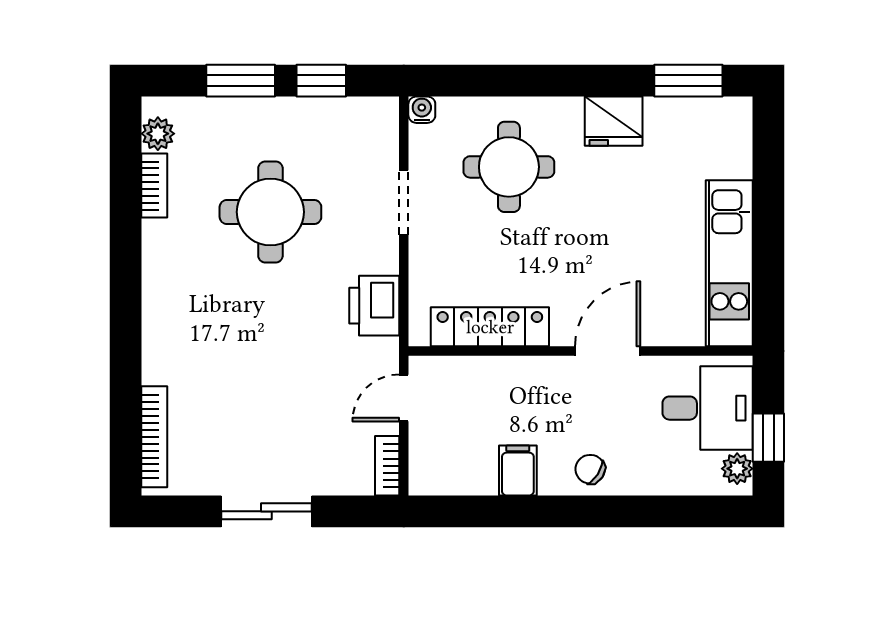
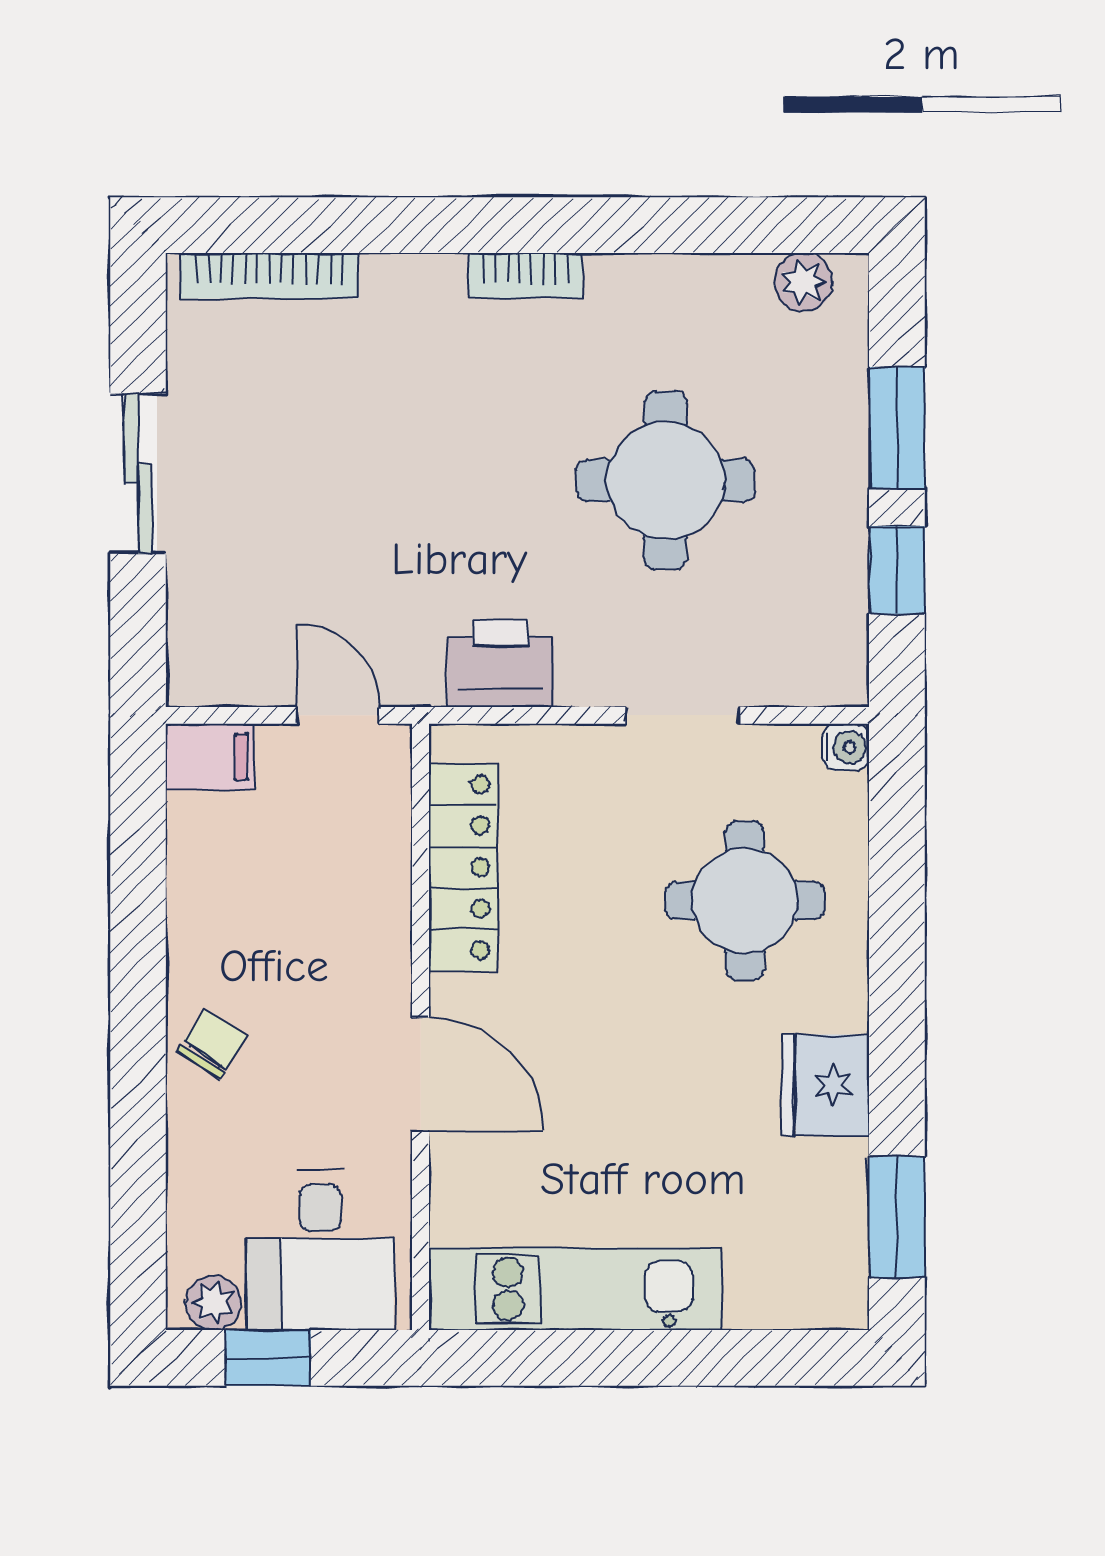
bookcase: (154, 186) -> (525, 276), moved
bookcase: (387, 466) -> (218, 686), removed
filing cabinet: (518, 471) -> (210, 757), moved

